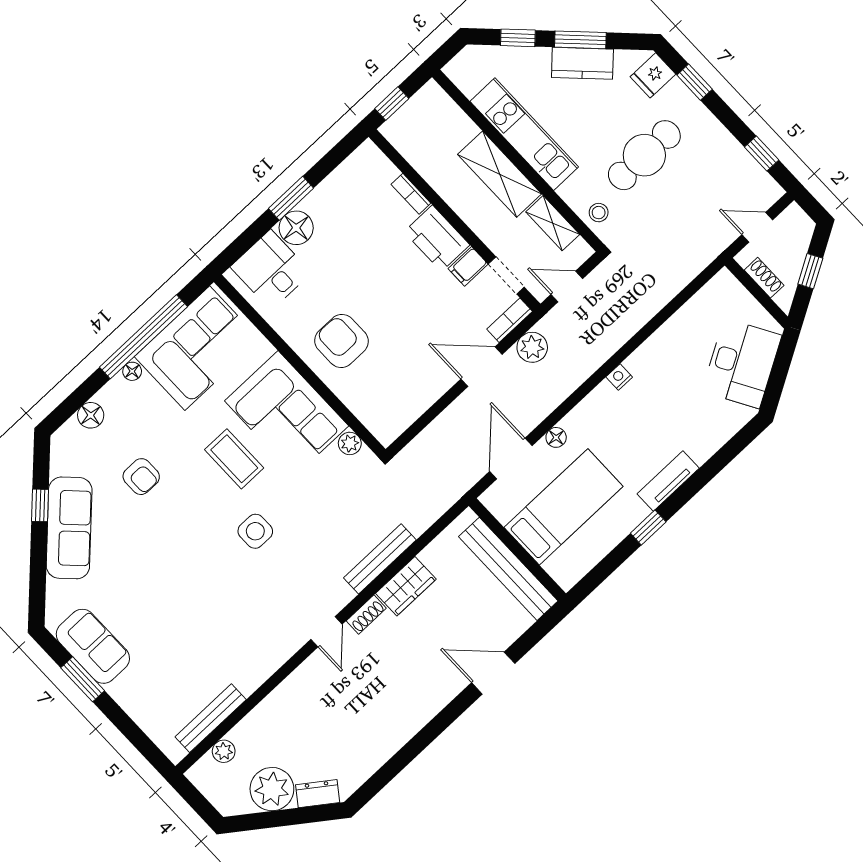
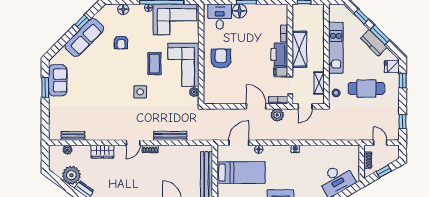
shelving: (500, 174) -> (299, 49), moved
door: (567, 287) -> (305, 106), swing flipped
wardrobe: (406, 586) -> (102, 152), moved
bench: (211, 718) -> (73, 136), width x0.73

